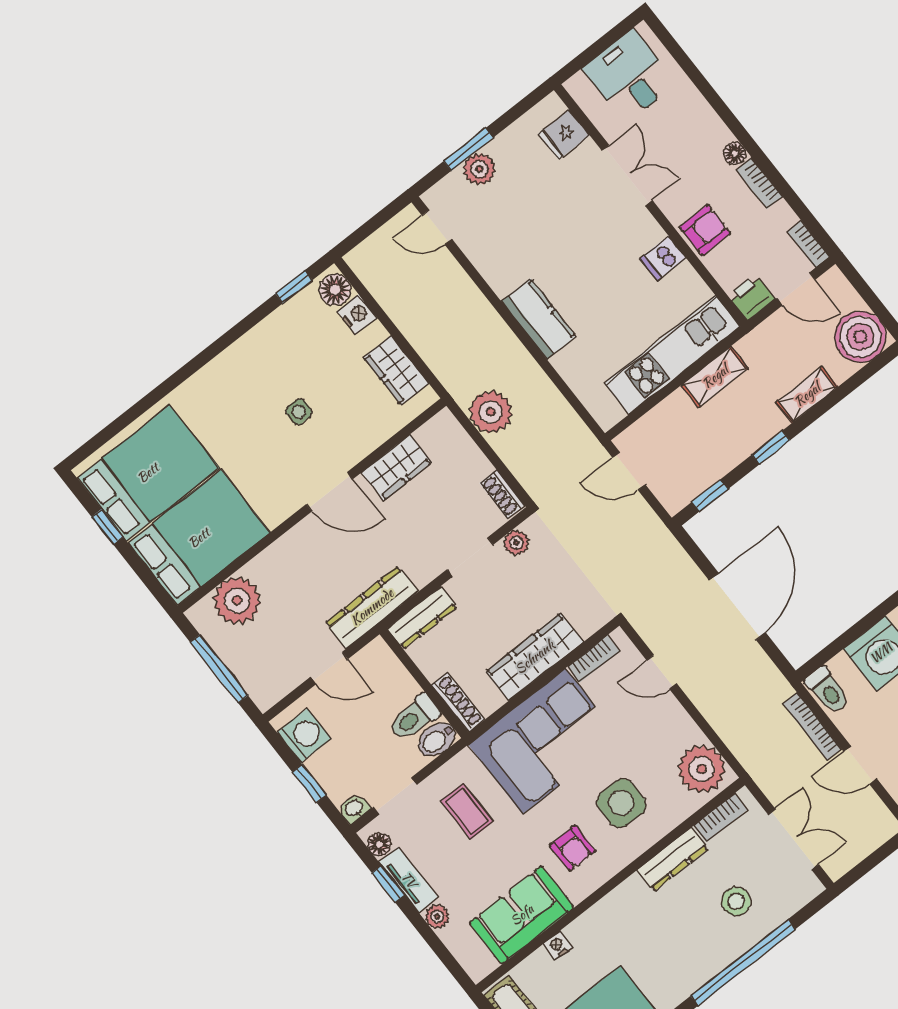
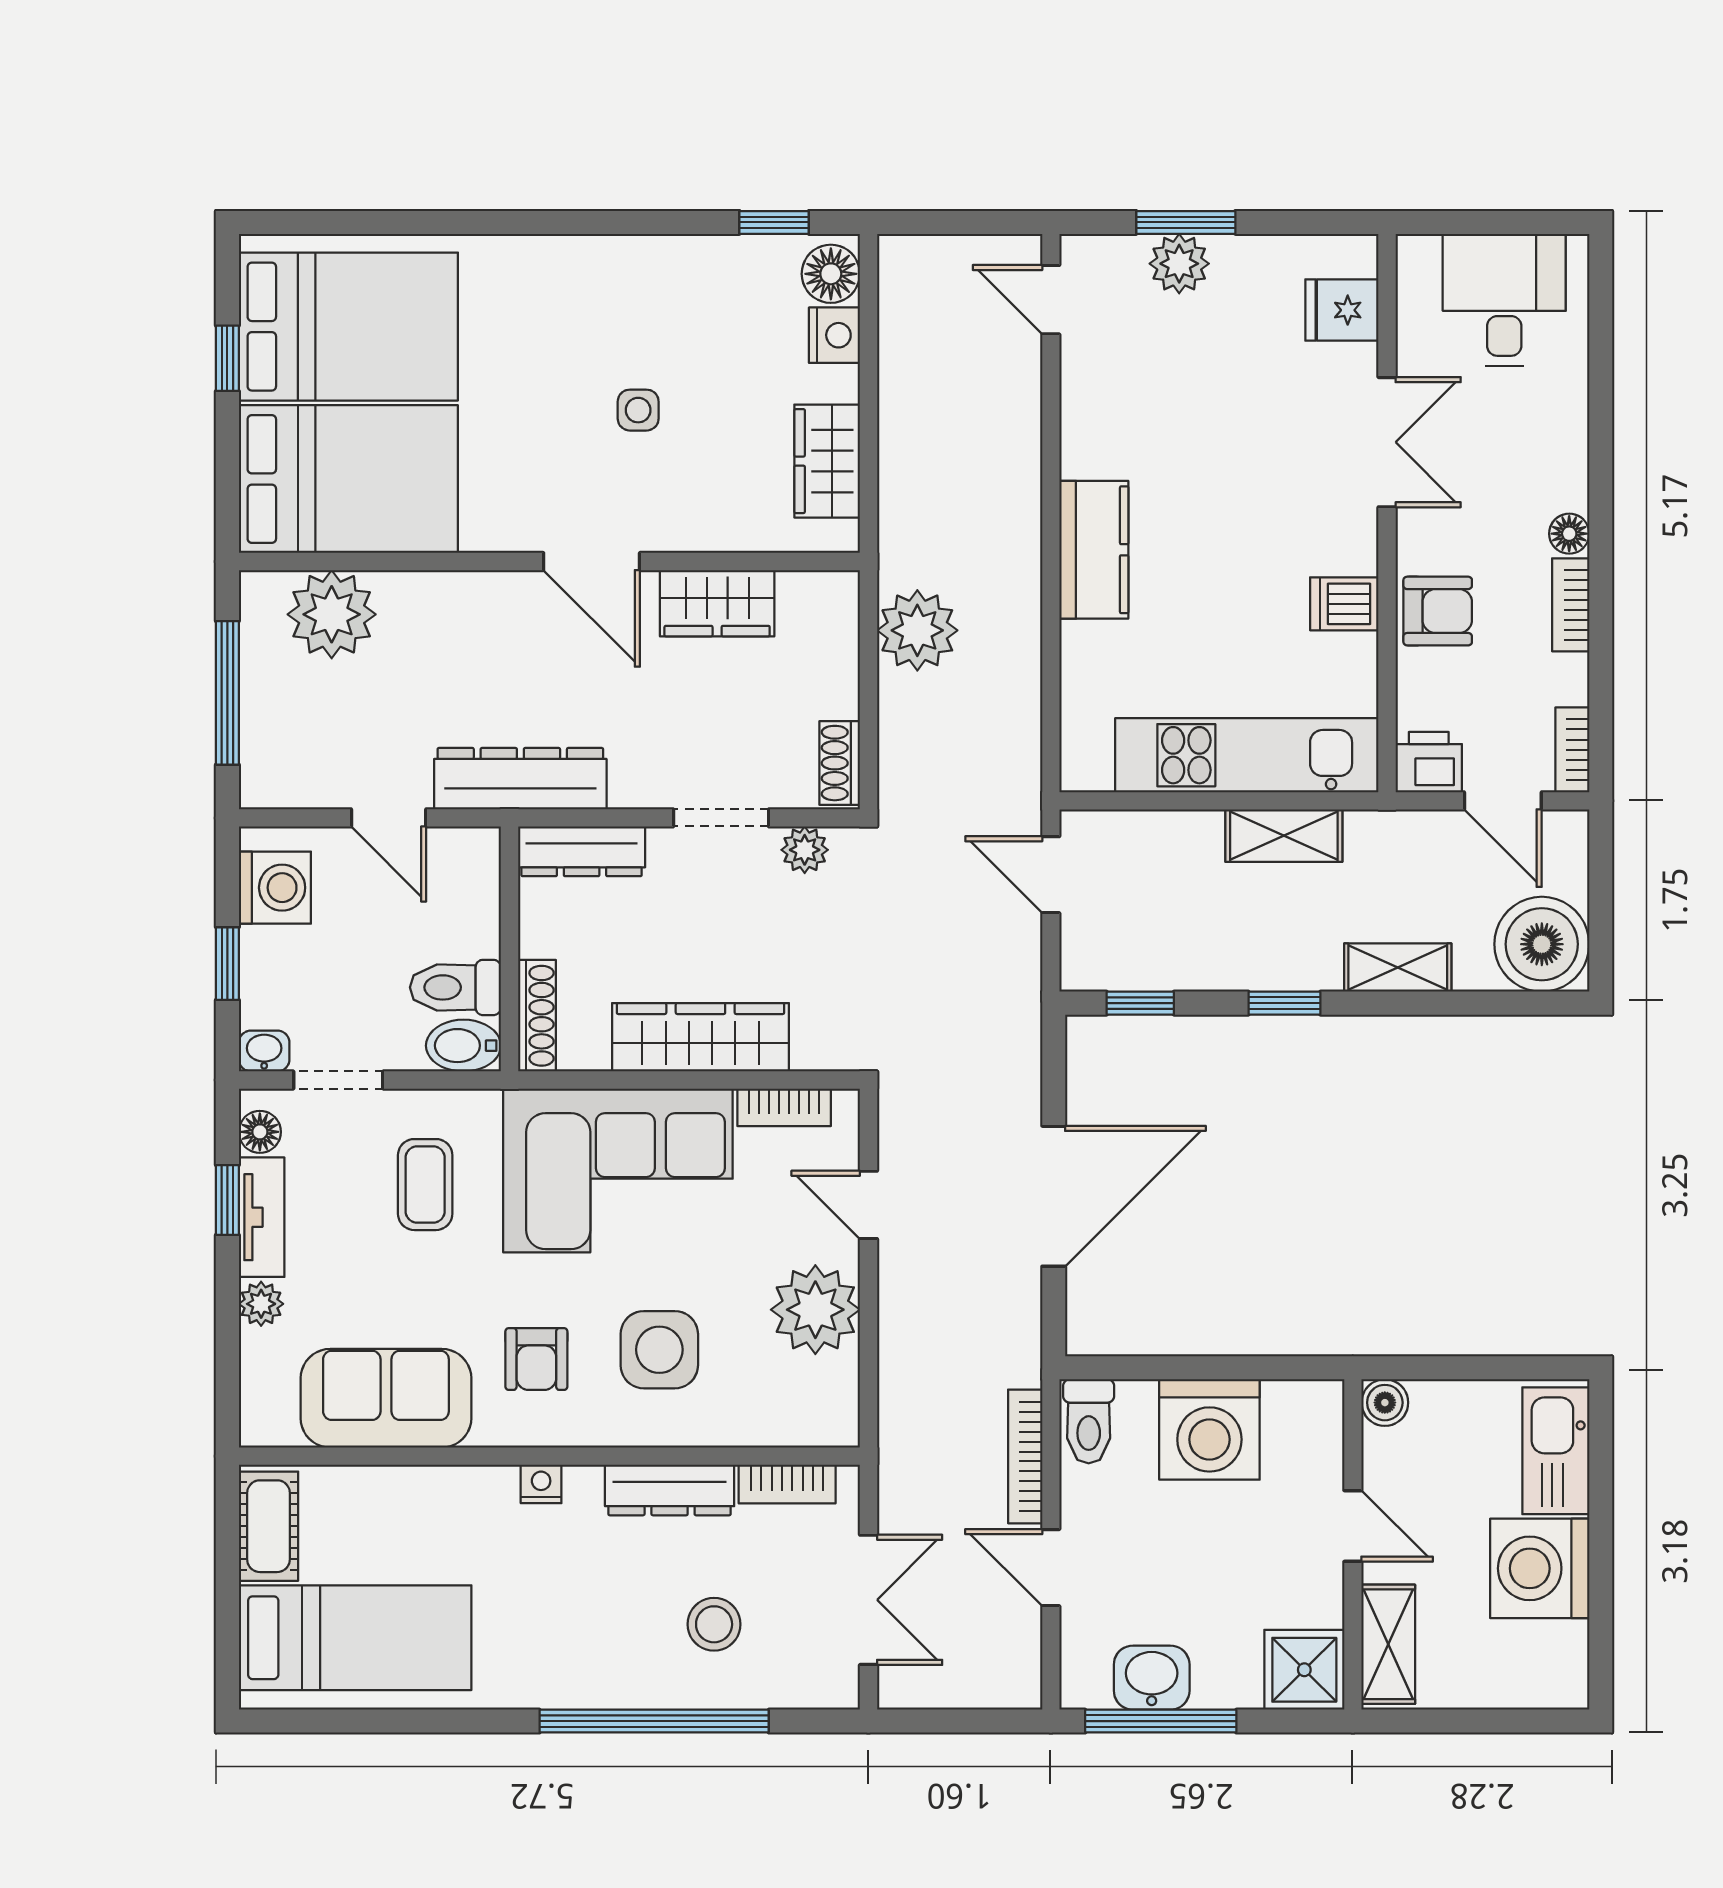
plant: (702, 769) -> (815, 1310), moved
nightstand: (557, 946) -> (541, 1484), moved

